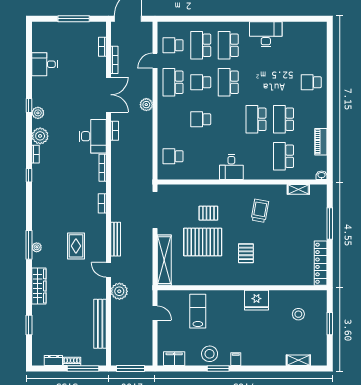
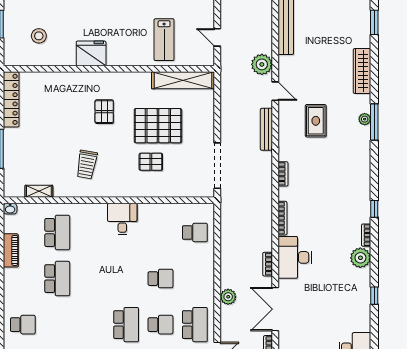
plant: (38, 113) -> (363, 286), removed
school desk: (256, 119) -> (92, 279), removed
shelving: (164, 260) -> (183, 80), moved, turned 90

